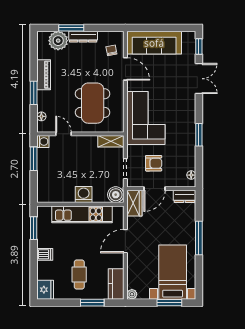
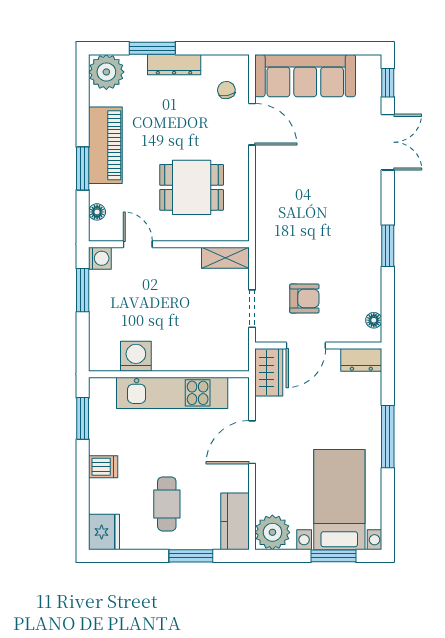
plant: (58, 41) -> (106, 72), moved
piano: (44, 75) -> (105, 145), width x1.37, depth x1.33
dining table: (93, 103) -> (192, 187), width x0.73
corner sofa: (146, 118) -> (290, 215), removed
washing machine: (84, 195) -> (136, 356), moved
boiler: (116, 195) -> (234, 357), removed
plant: (132, 294) -> (272, 532), width x1.88, depth x1.88

